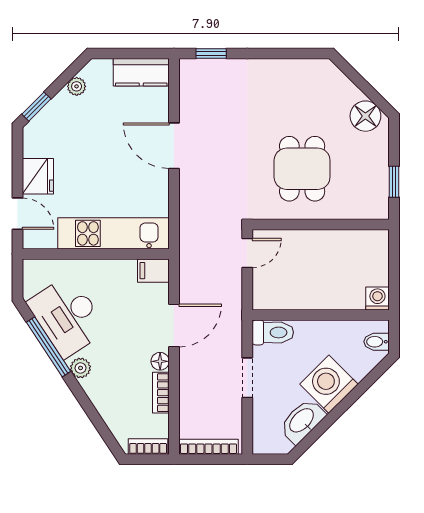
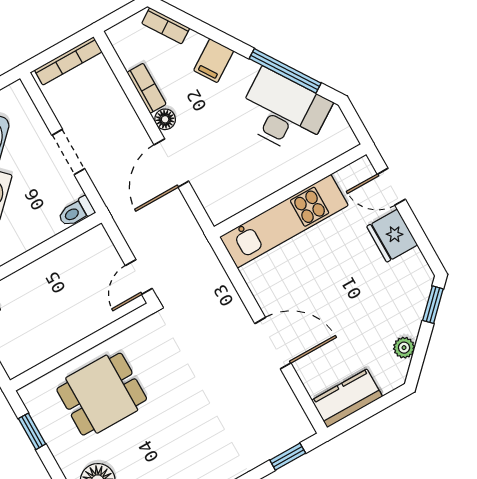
dining table: (302, 169) -> (102, 394), moved, turned 90
filing cabinet: (153, 271) -> (214, 61), moved, turned 147
toilet: (273, 332) -> (76, 212), width x0.73, depth x0.72
plant: (80, 368) -> (241, 68), removed
bookcase: (148, 447) -> (166, 26), moved, turned 57

